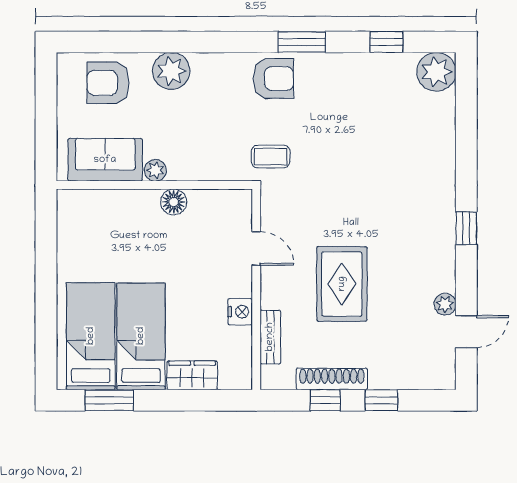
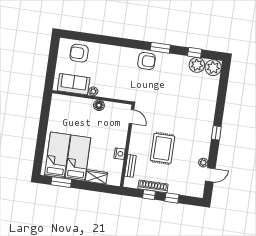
plant: (171, 71) -> (197, 65), moved
coffee table: (271, 157) -> (141, 92), removed
door: (256, 248) -> (132, 117), moved

